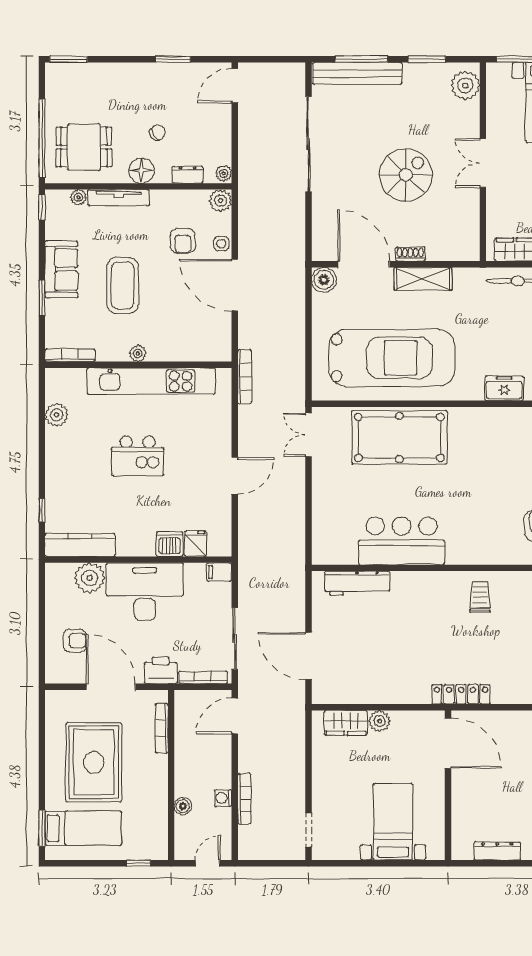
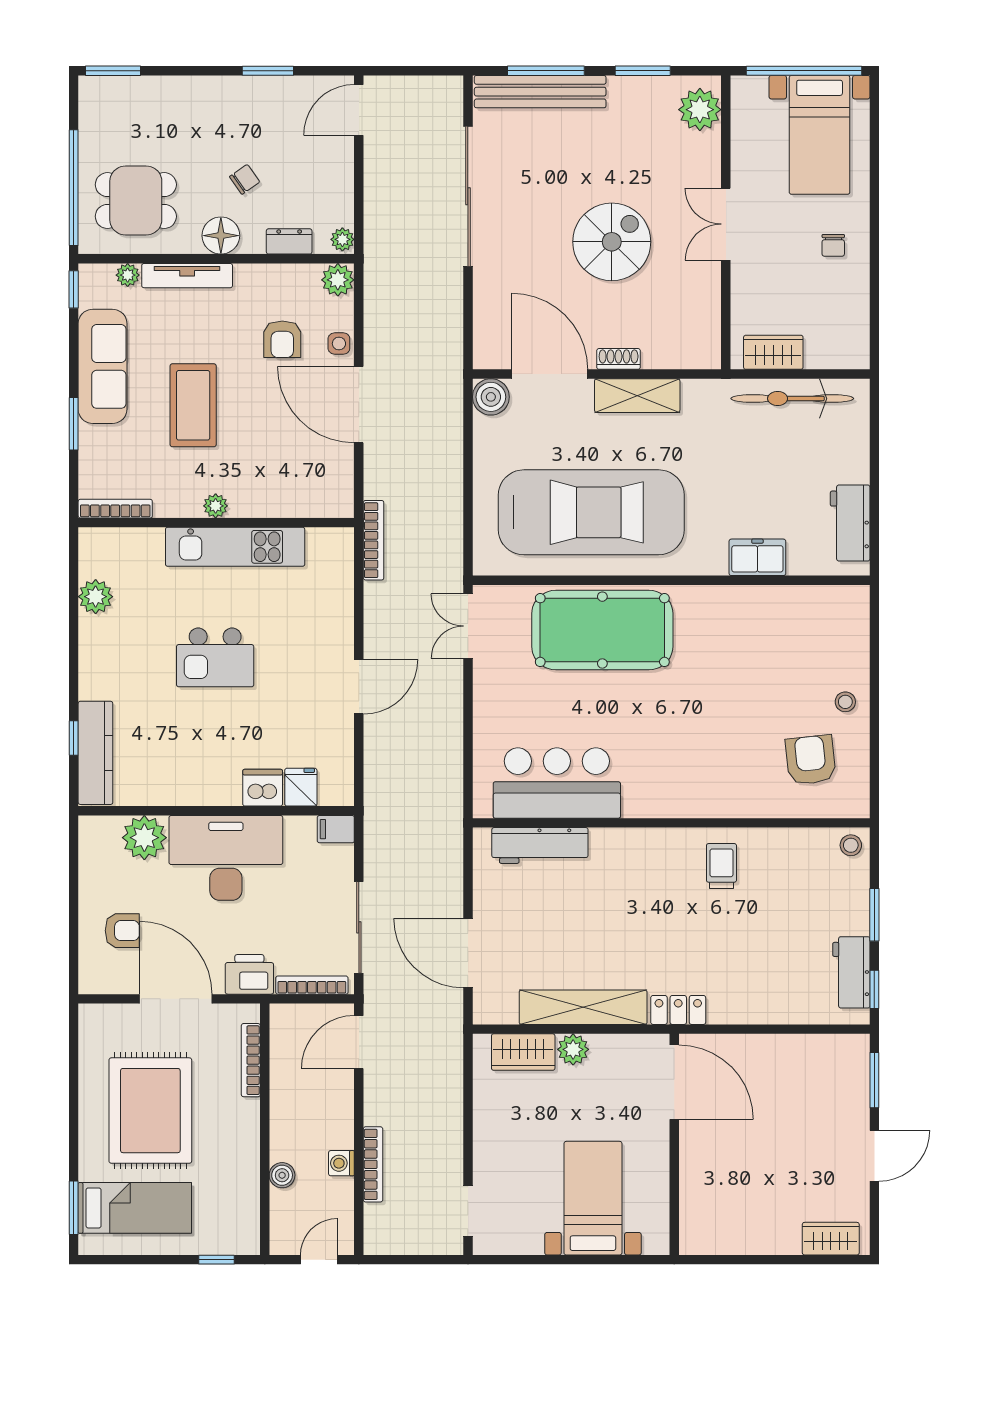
sofa: (61, 269) -> (103, 366), width x1.36
kitchen unit: (151, 381) -> (235, 547), width x0.73
bar counter: (402, 541) -> (557, 783), moved
kitchen counter: (80, 545) -> (95, 753), moved, turned 90
shelving: (386, 692) -> (583, 1007), added
locker: (461, 694) -> (678, 1010), width x0.66
dresser: (497, 851) -> (747, 1242), removed

